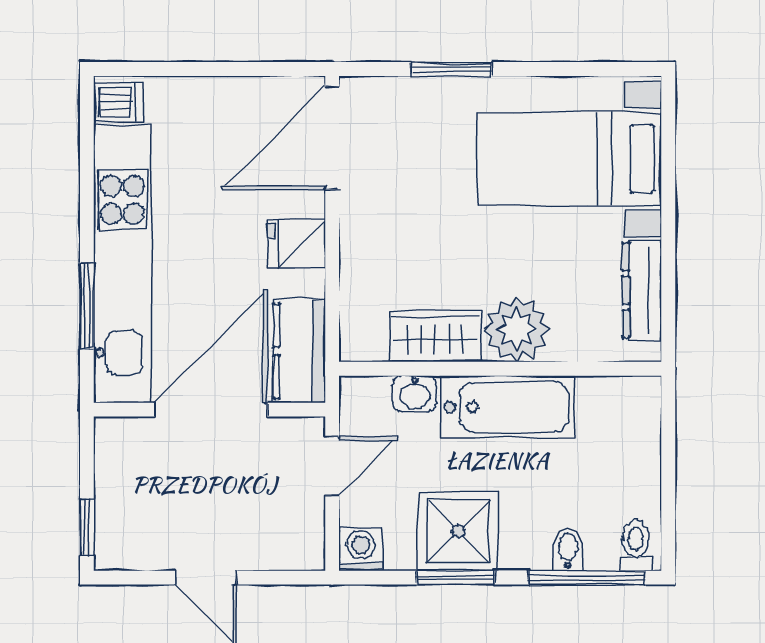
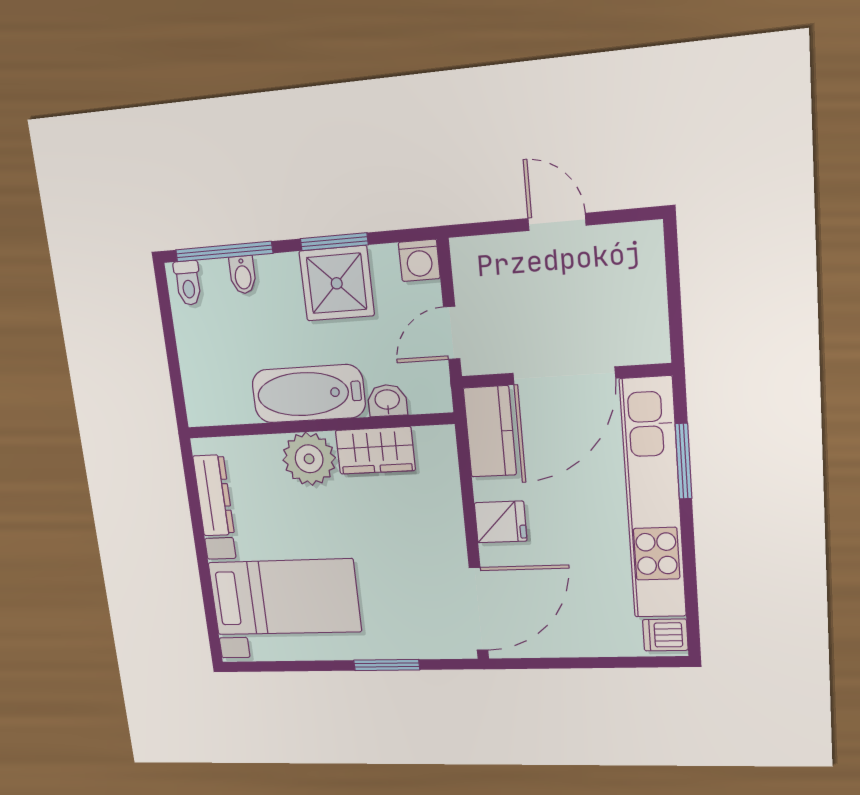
window: (87, 527) -> (672, 260), removed

